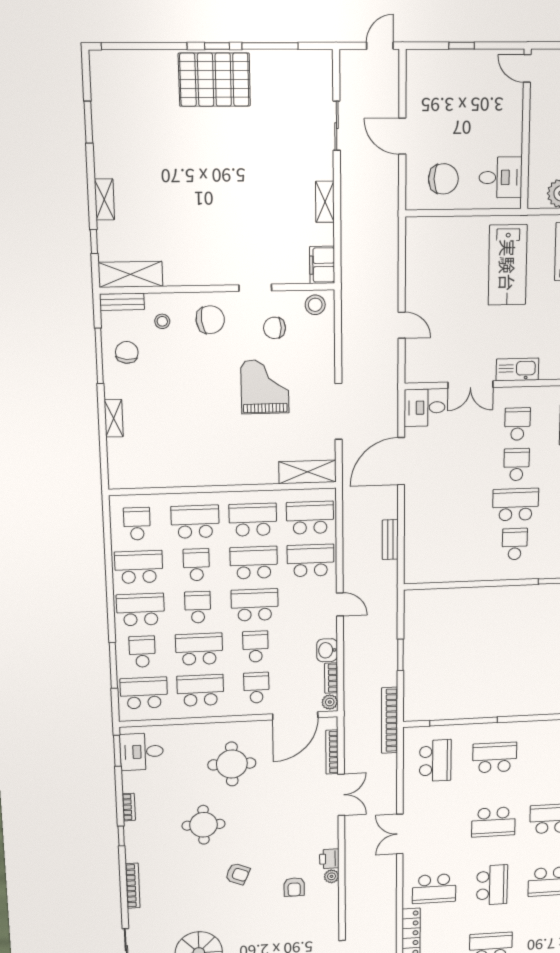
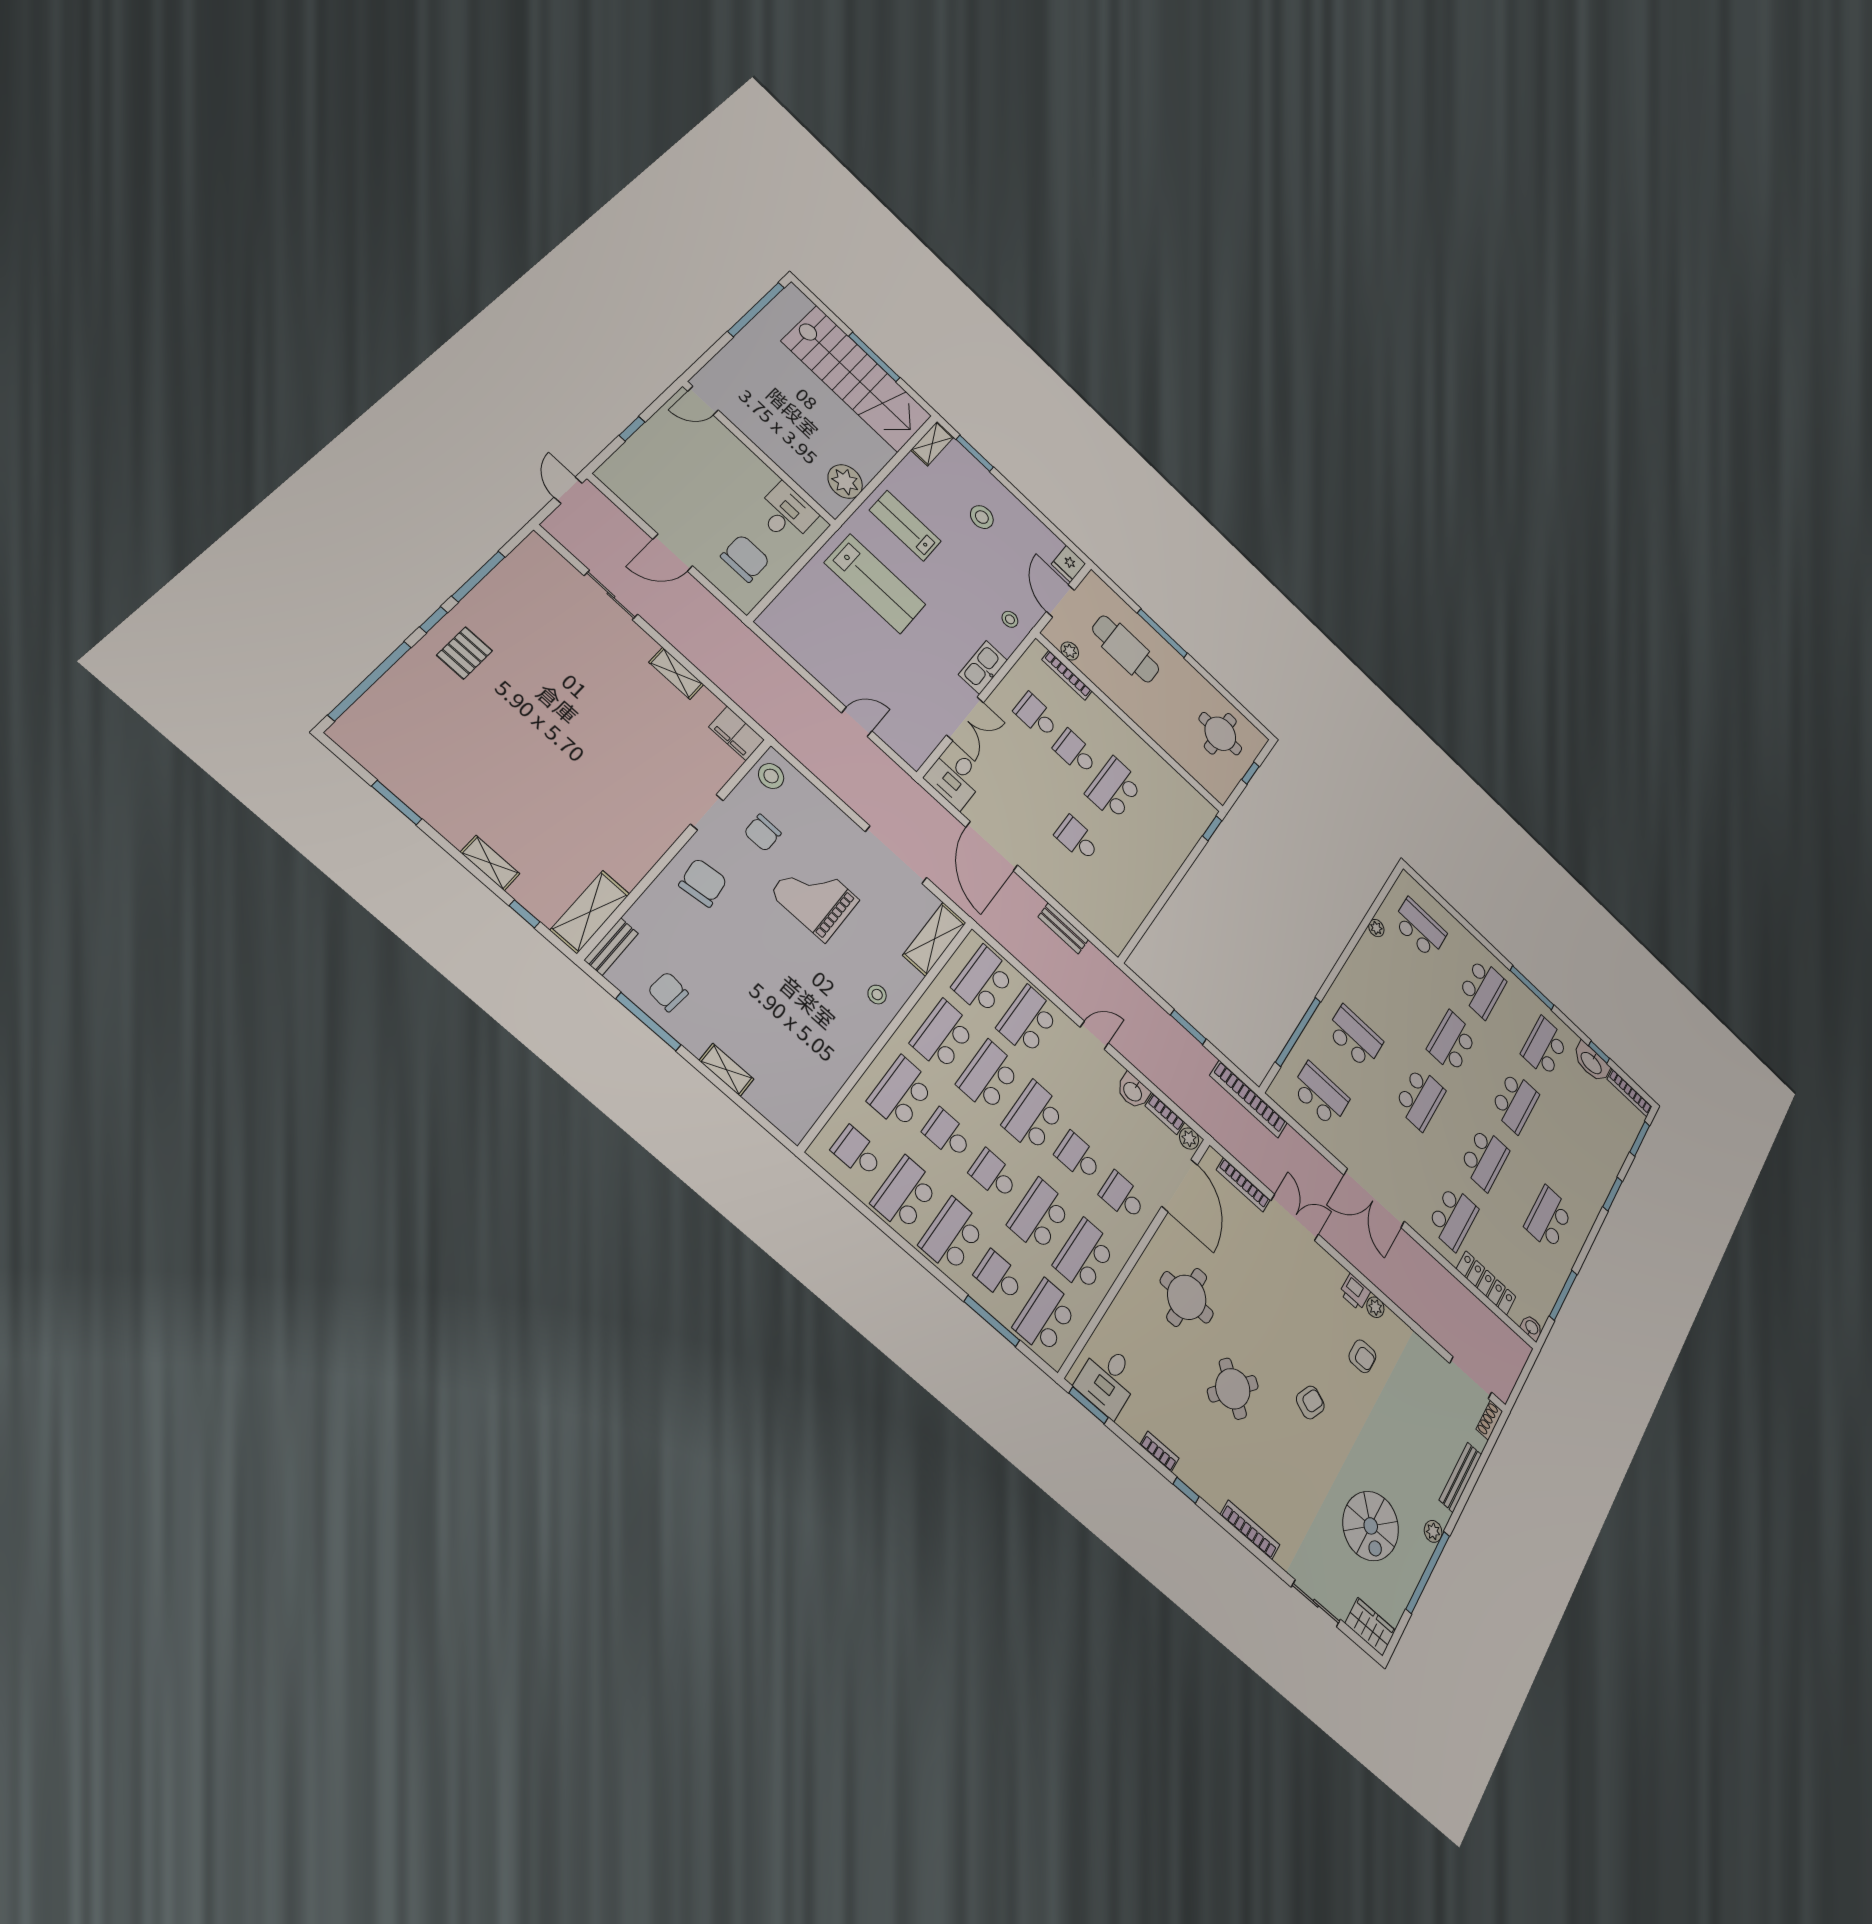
pallet: (214, 80) -> (465, 653), width x0.49, depth x0.50
stool: (162, 321) -> (877, 995), moved
school desk: (515, 544) -> (1077, 839), moved
school desk: (495, 757) -> (1355, 1037), turned 90
round table: (203, 825) -> (1233, 1389), turned 38
double door: (400, 834) -> (1374, 1198), width x1.37
school desk: (492, 885) -> (1485, 1159), turned 90

